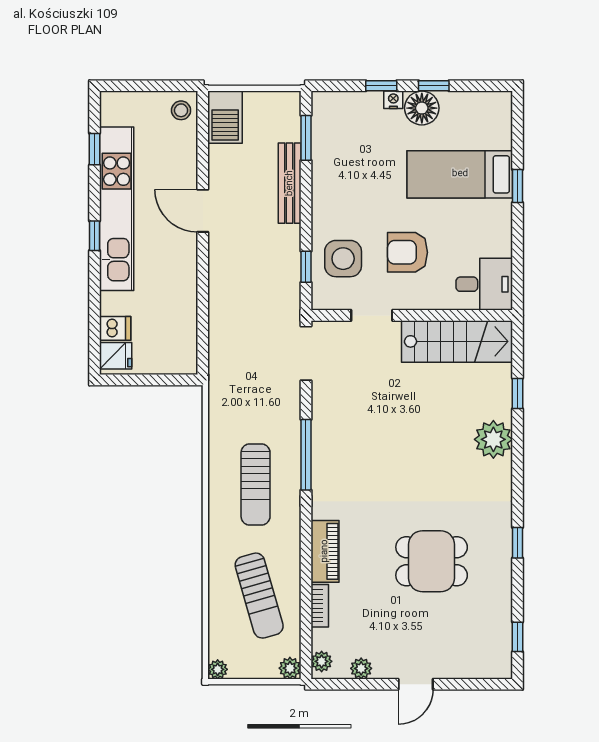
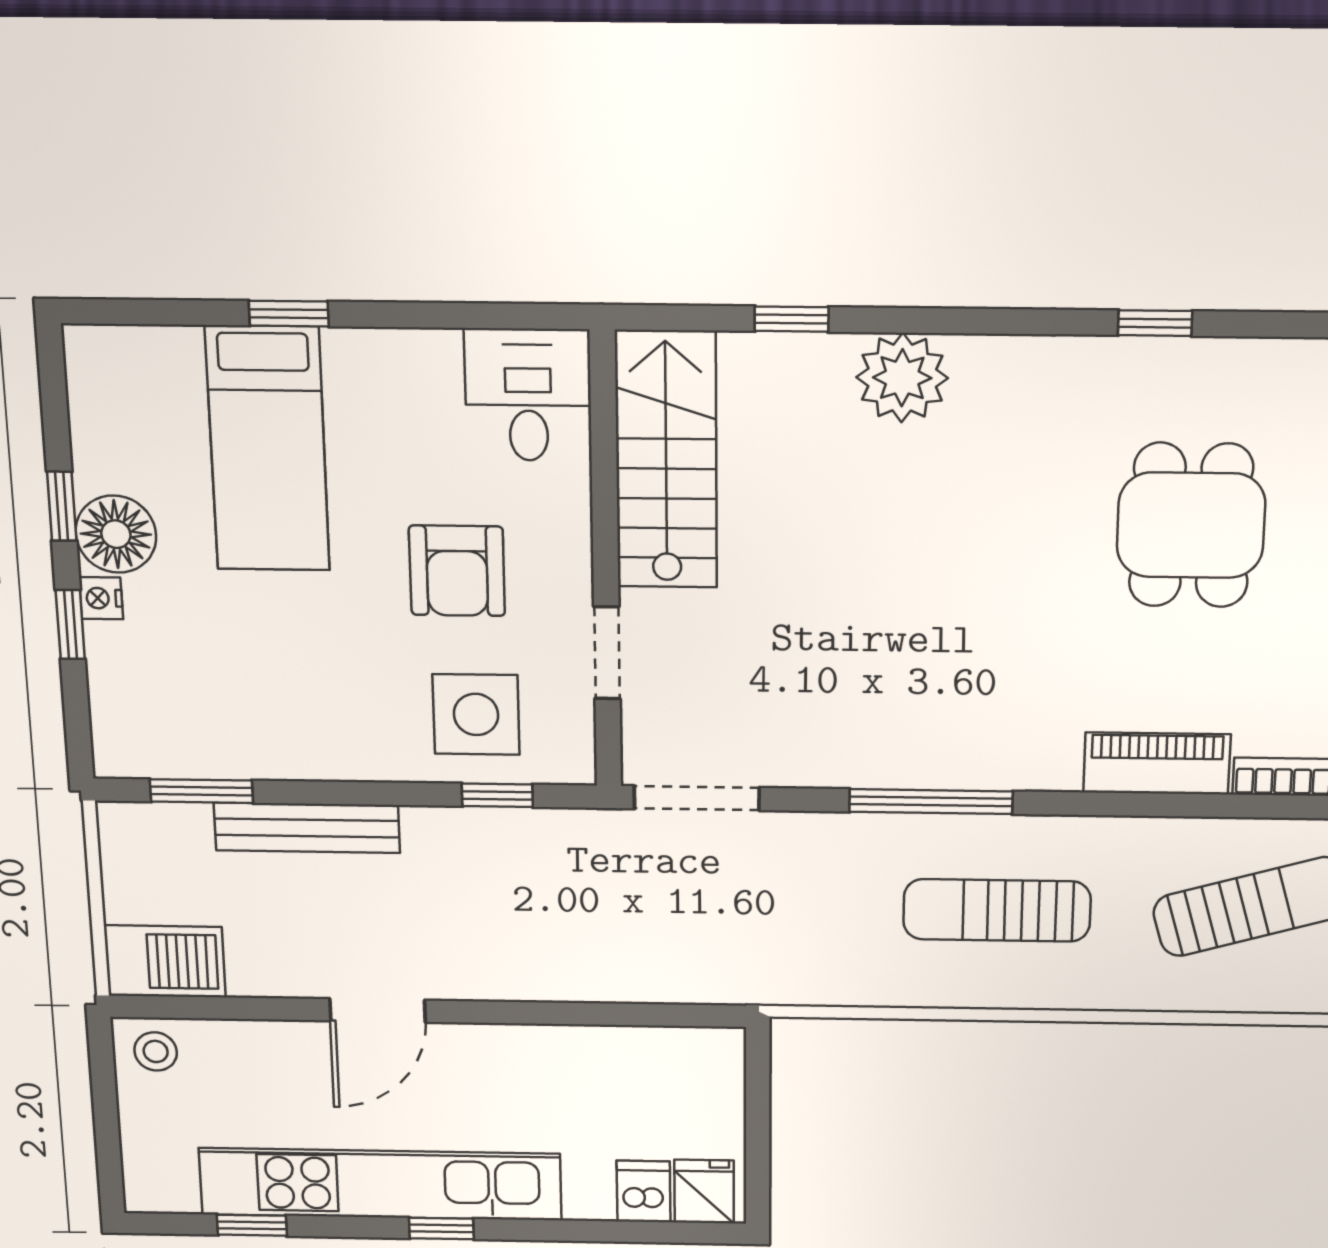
sun lounger: (256, 485) -> (997, 910), turned 180

